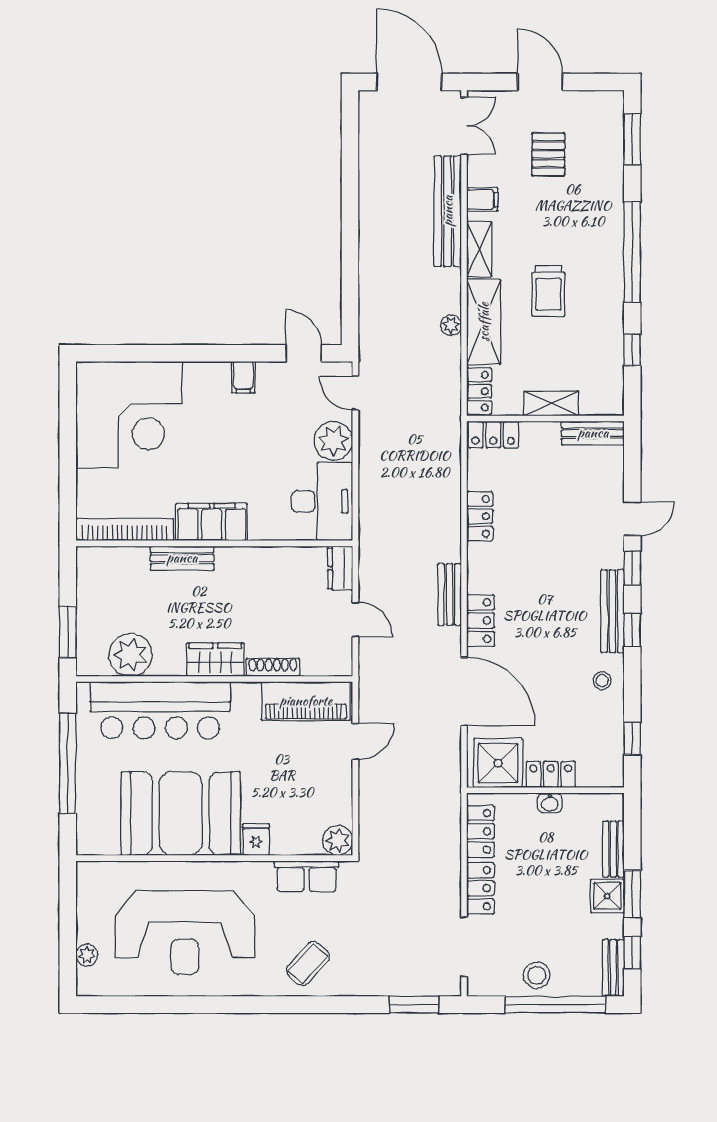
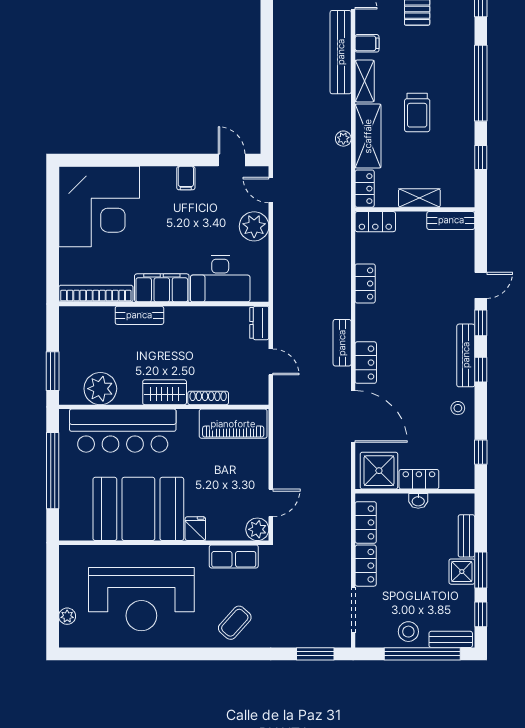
desk: (322, 501) -> (220, 279), moved, turned 90
door: (355, 741) -> (271, 503), moved
bench: (613, 968) -> (451, 639), moved, turned 90

